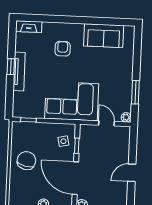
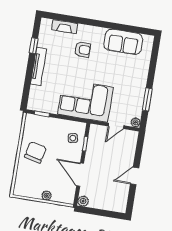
fireplace: (29, 27) -> (65, 27), moved
armchair: (63, 49) -> (83, 50), turned 90
window: (11, 67) -> (34, 46), moved
door: (106, 123) -> (116, 126), swing flipped
door: (75, 178) -> (80, 175), width x0.73

